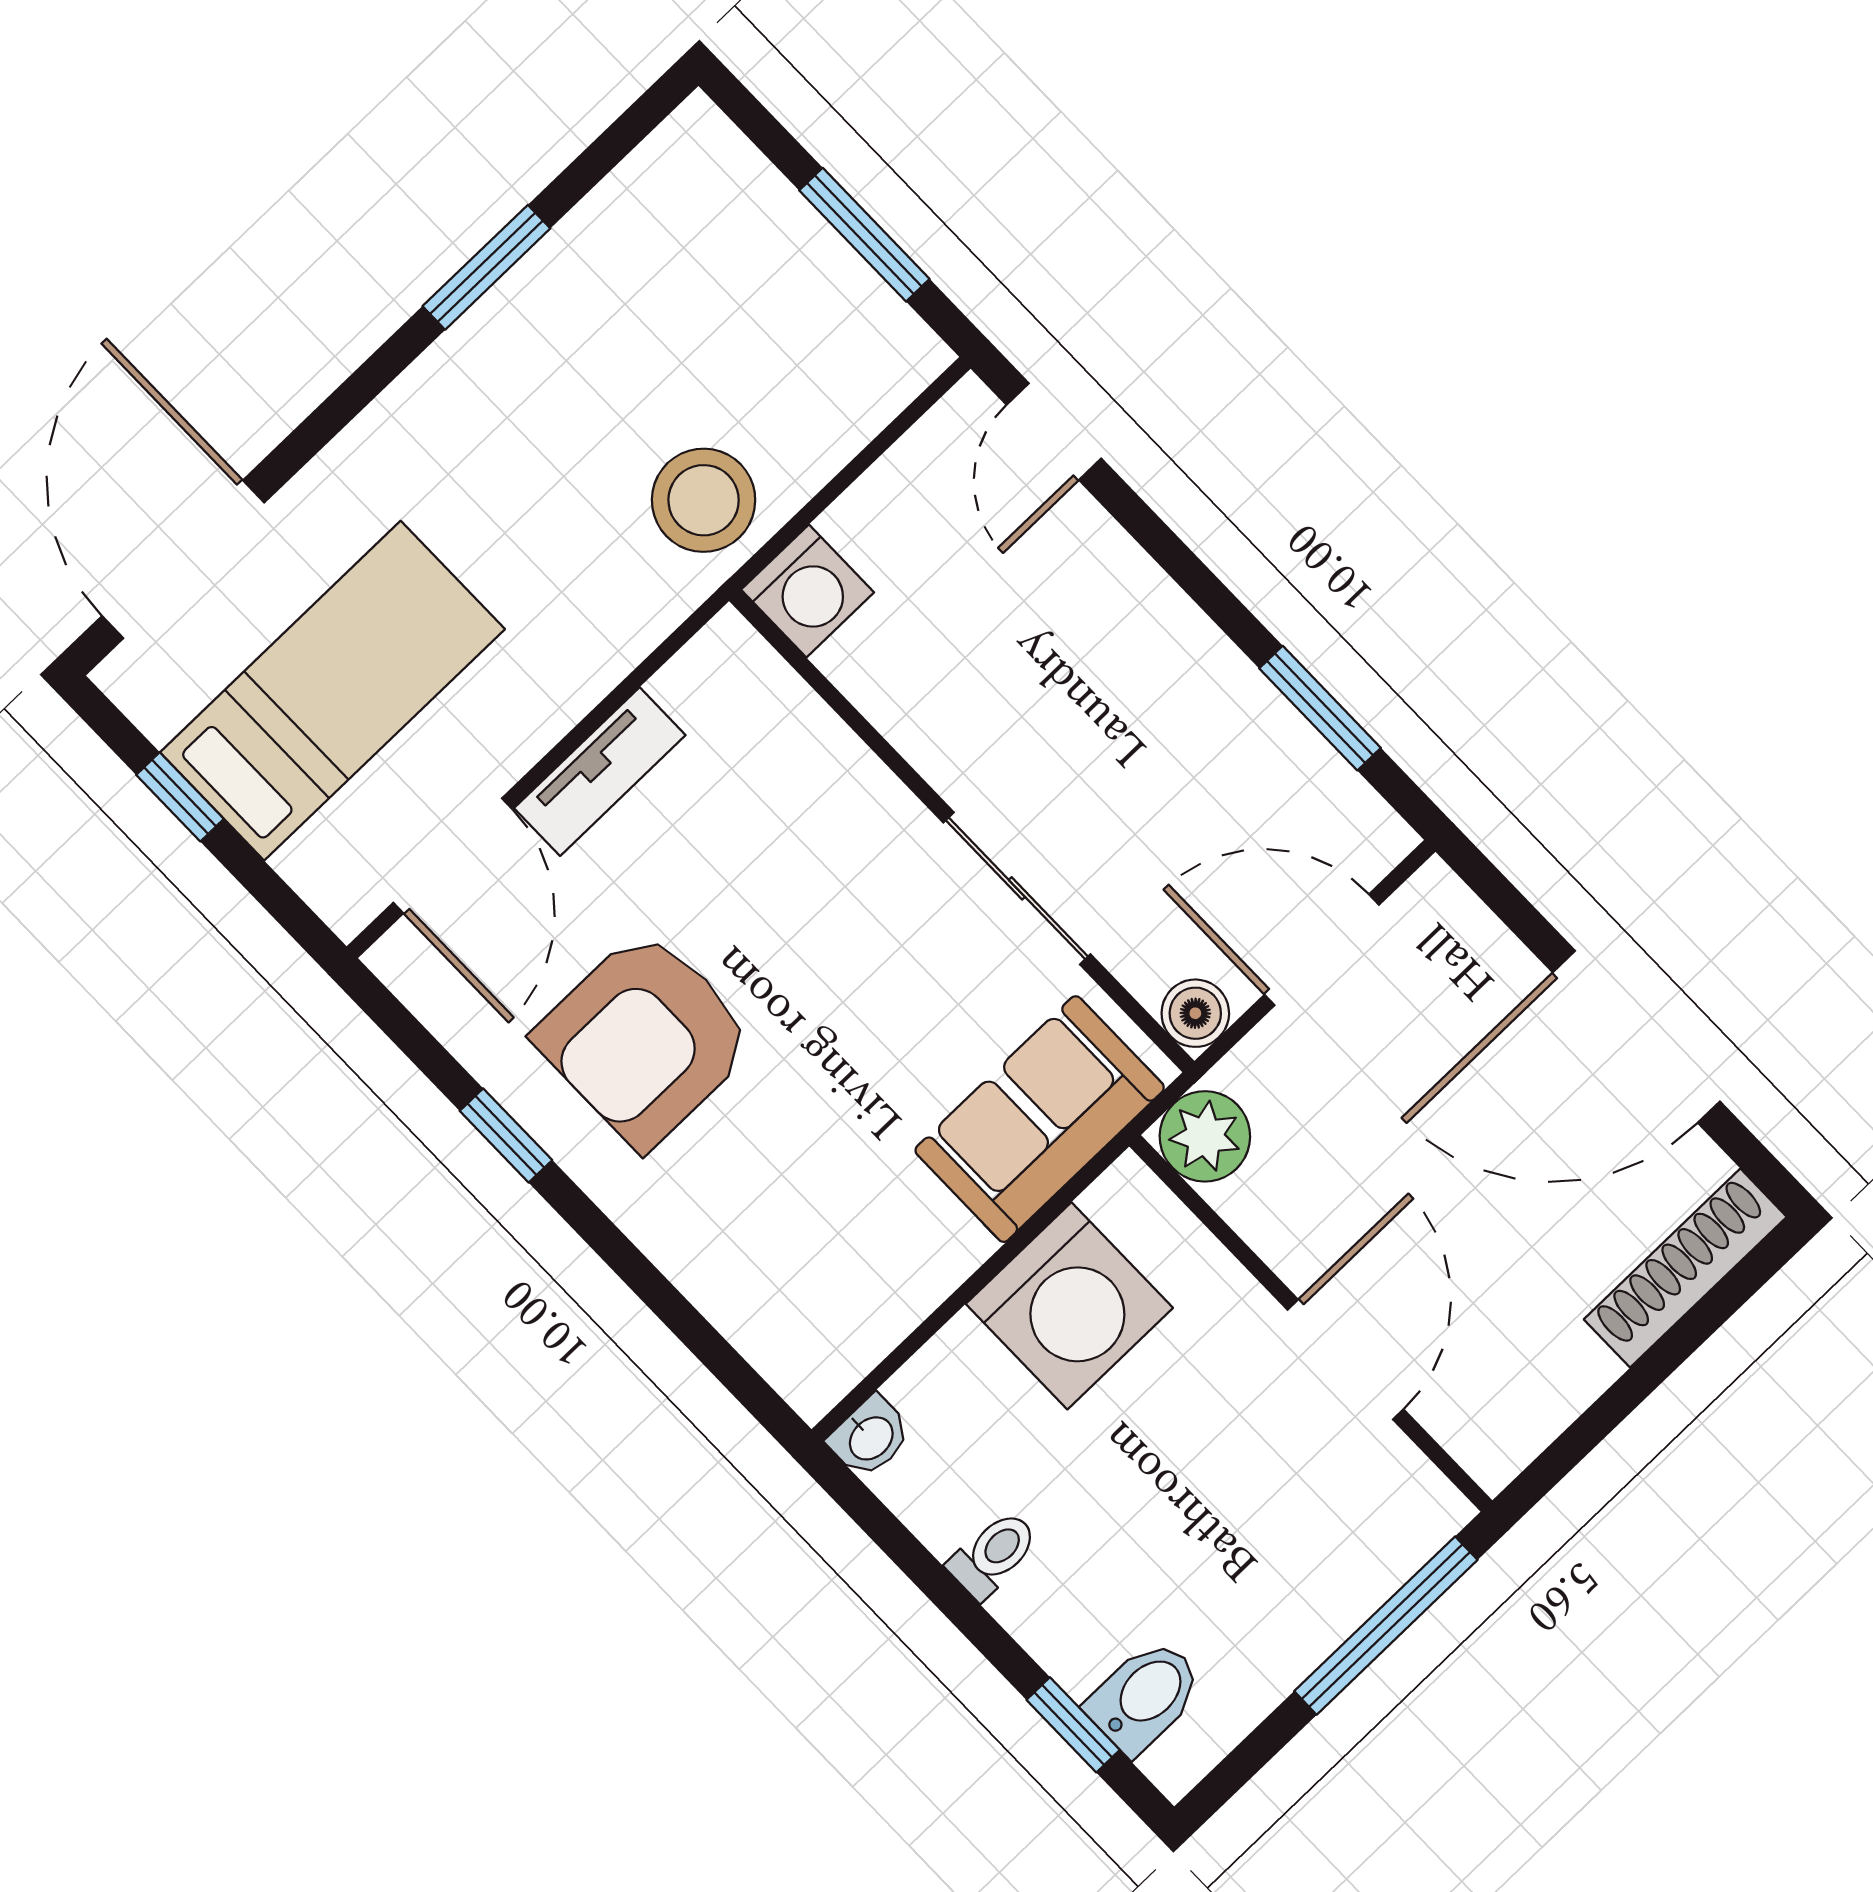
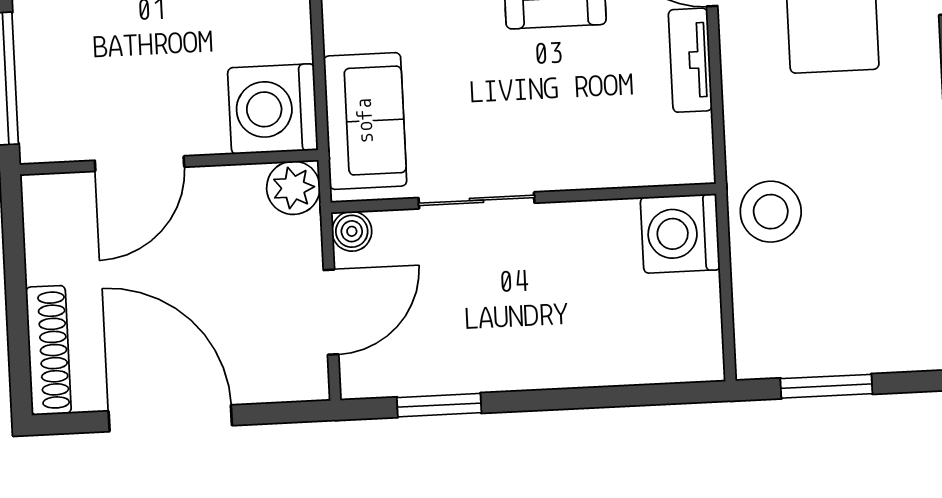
door: (1054, 432) -> (665, 394), removed
washing machine: (808, 591) -> (680, 233), width x1.37, depth x1.37
door: (1636, 1037) -> (170, 418), hinge flipped
washing machine: (1069, 1306) -> (273, 109), moved
door: (1346, 1360) -> (140, 164), hinge flipped

